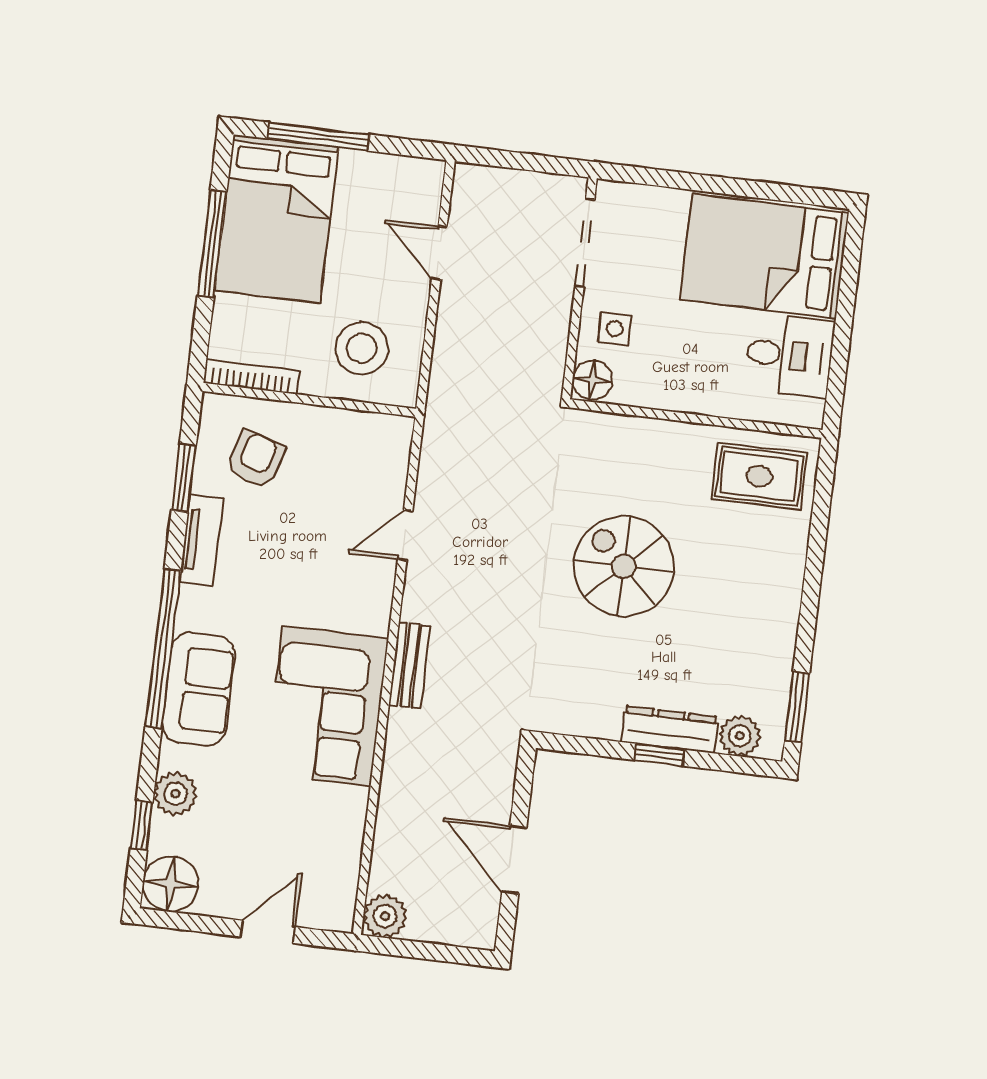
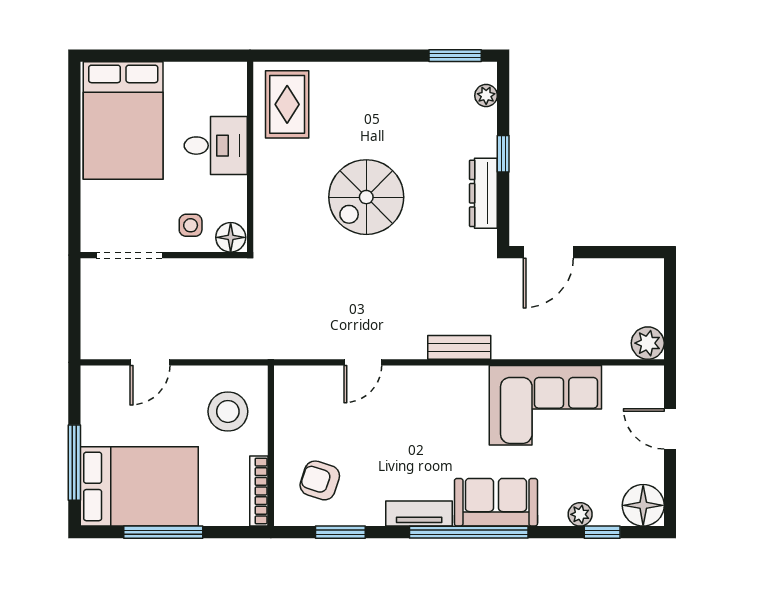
desk: (789, 355) -> (216, 146), moved, turned 90
door: (405, 535) -> (363, 362), hinge flipped
tv unit: (201, 540) -> (419, 514), moved
corner sofa: (327, 706) -> (545, 405), moved
dresser: (669, 729) -> (483, 193), moved
plant: (740, 736) -> (486, 96), width x0.73, depth x0.73
plant: (175, 794) -> (580, 514), width x0.73, depth x0.73
door: (514, 860) -> (548, 252), moved

